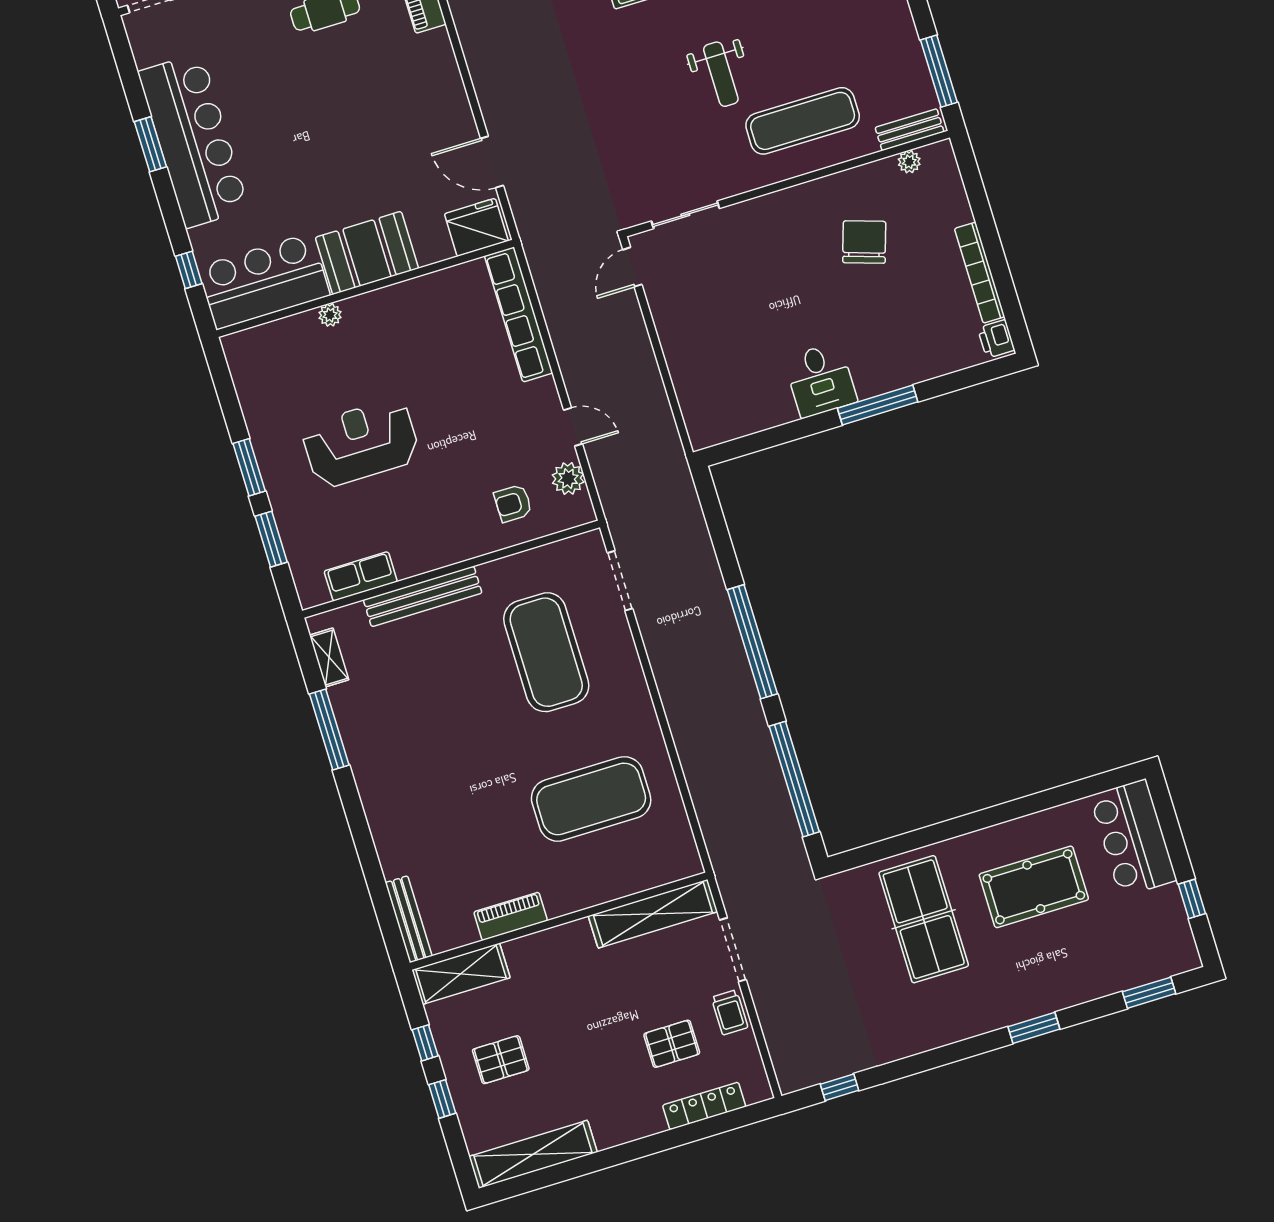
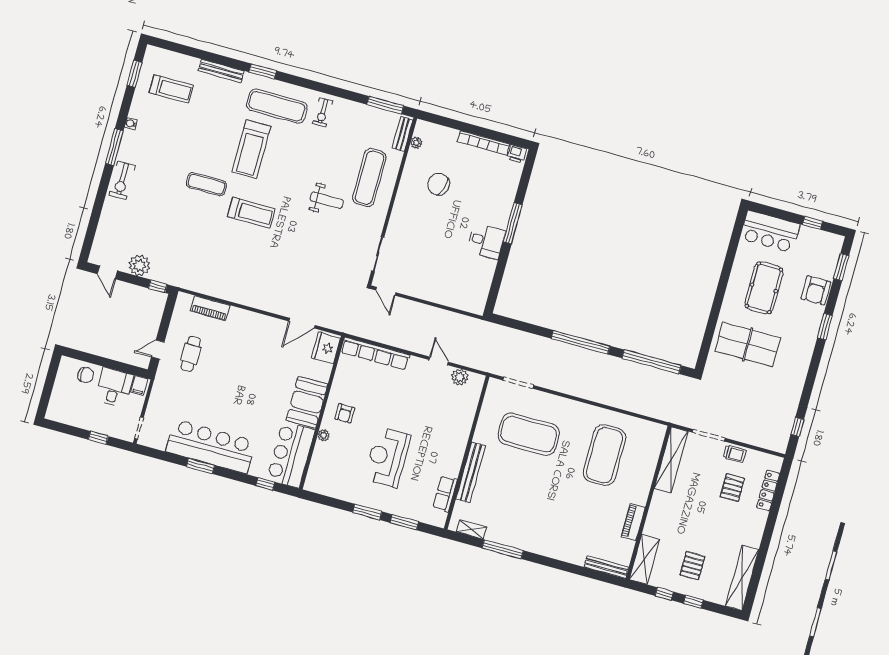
door: (573, 427) -> (439, 361), hinge flipped
armchair: (513, 503) -> (345, 413), moved
armchair: (1084, 975) -> (816, 290), added

